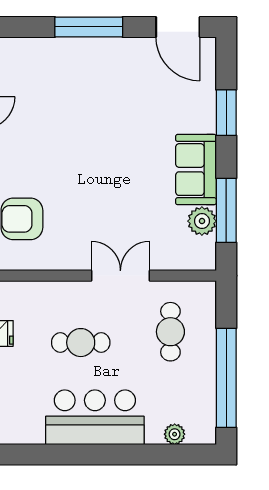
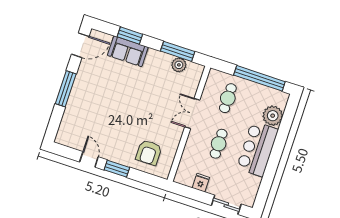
sofa: (196, 170) -> (128, 51), moved
cafe table: (170, 332) -> (228, 98), turned 90
plant: (175, 434) -> (273, 116), width x1.88, depth x1.88

